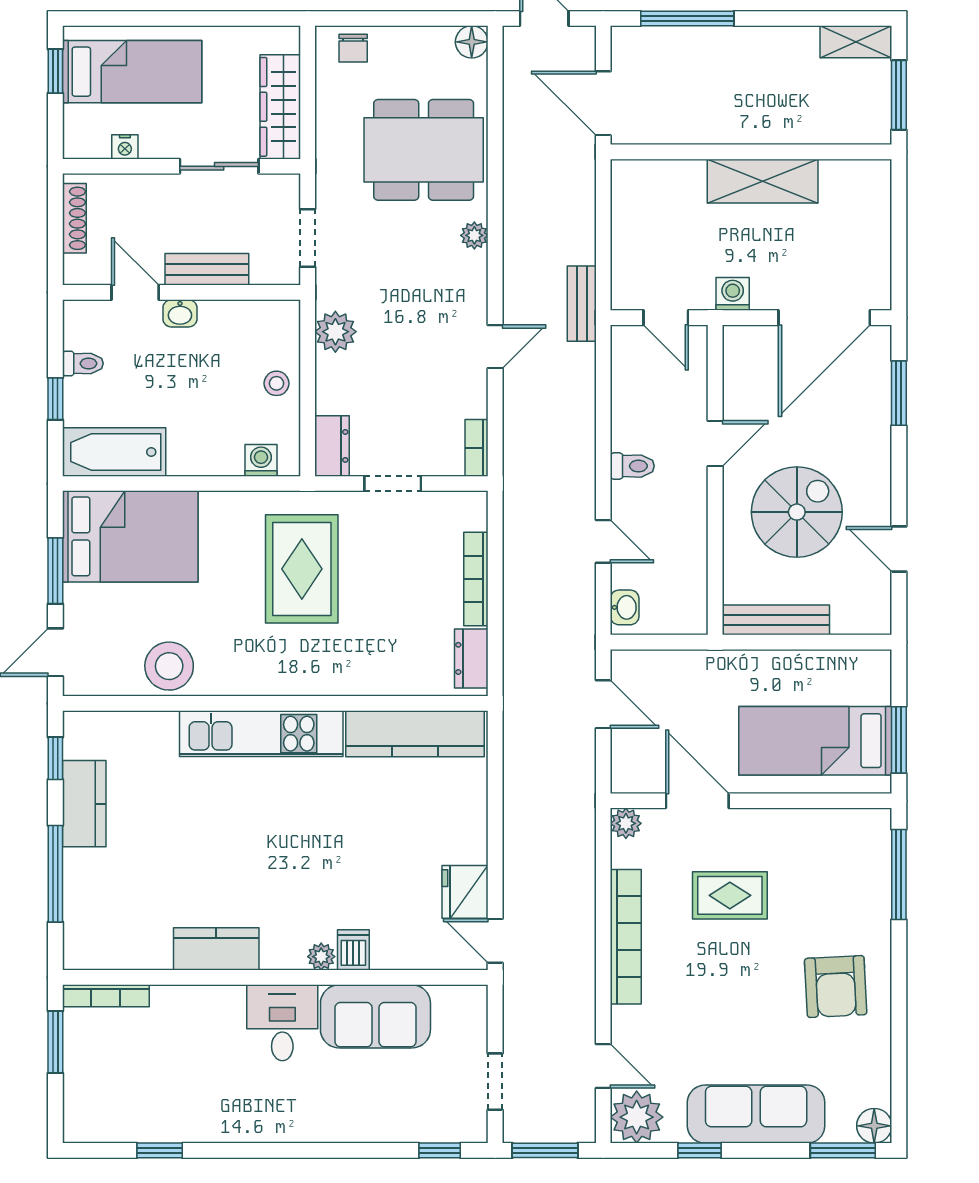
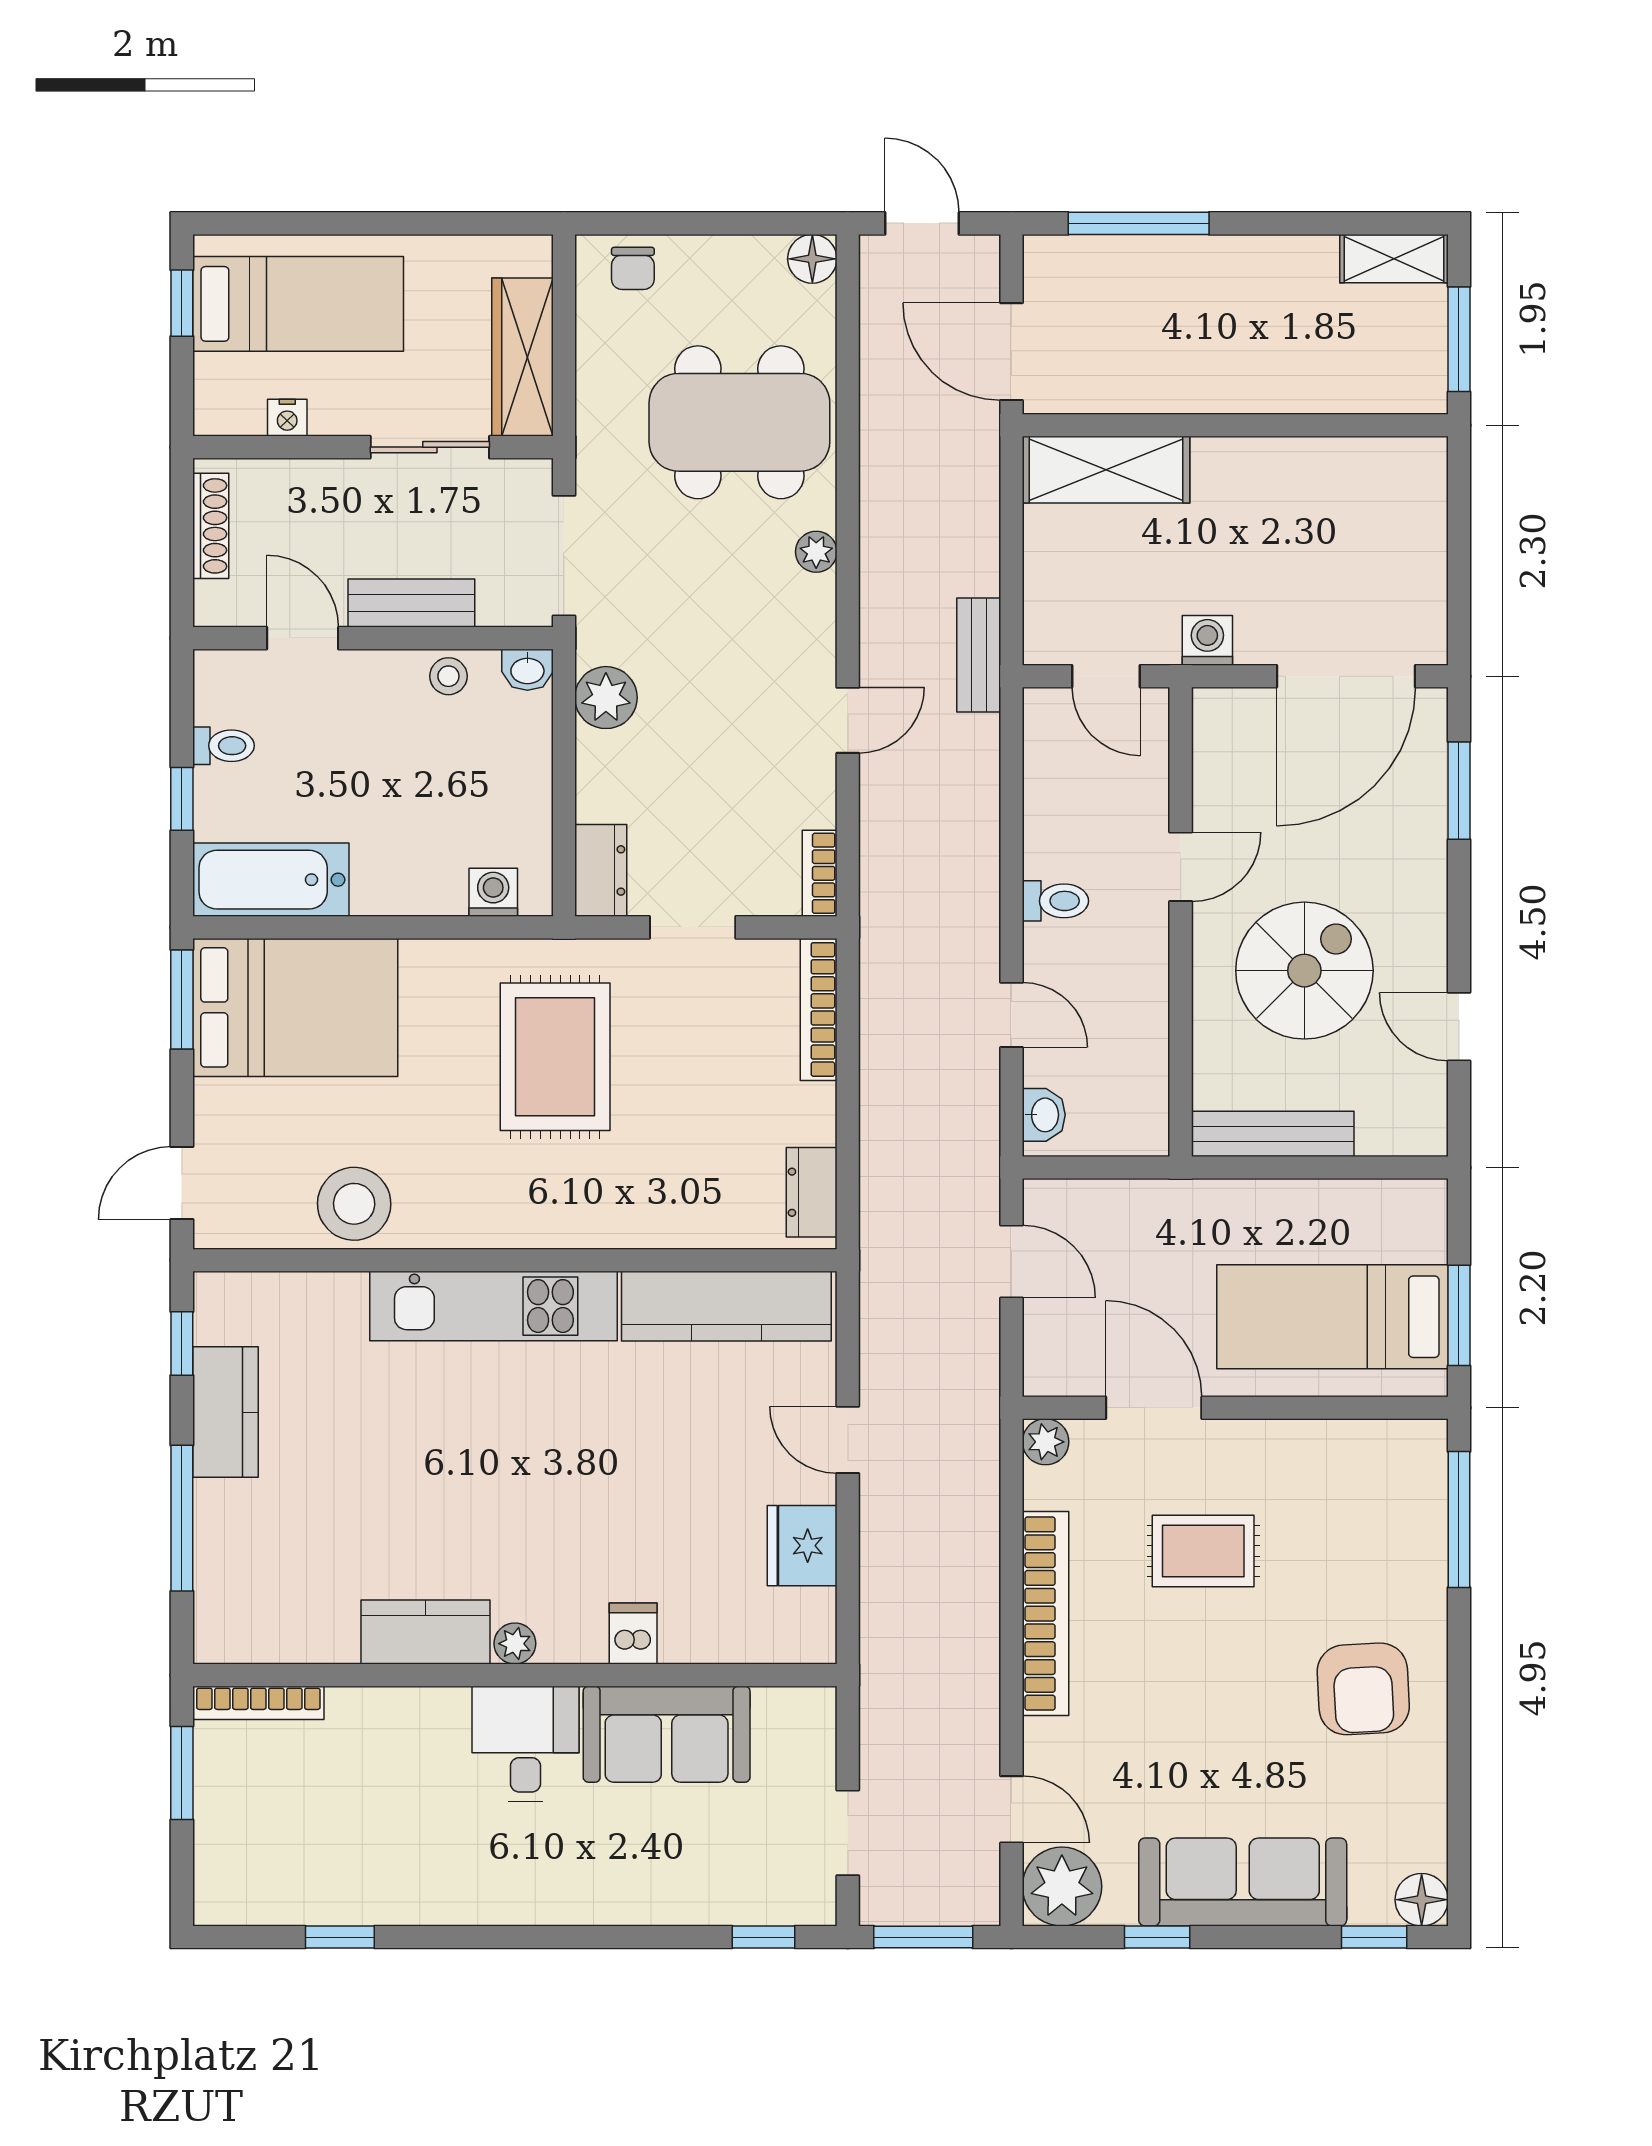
shelving: (763, 181) -> (1106, 470), moved
doorway: (308, 238) -> (564, 556), width x1.38
washbasin: (180, 313) -> (527, 670), moved
stool: (277, 383) -> (448, 676), moved
window: (55, 571) -> (182, 999), moved
bookcase: (476, 579) -> (819, 1009), moved
door: (495, 941) -> (848, 1440), moved
plant: (321, 957) -> (515, 1644), moved
window: (843, 1150) -> (1374, 1937), width x0.67

